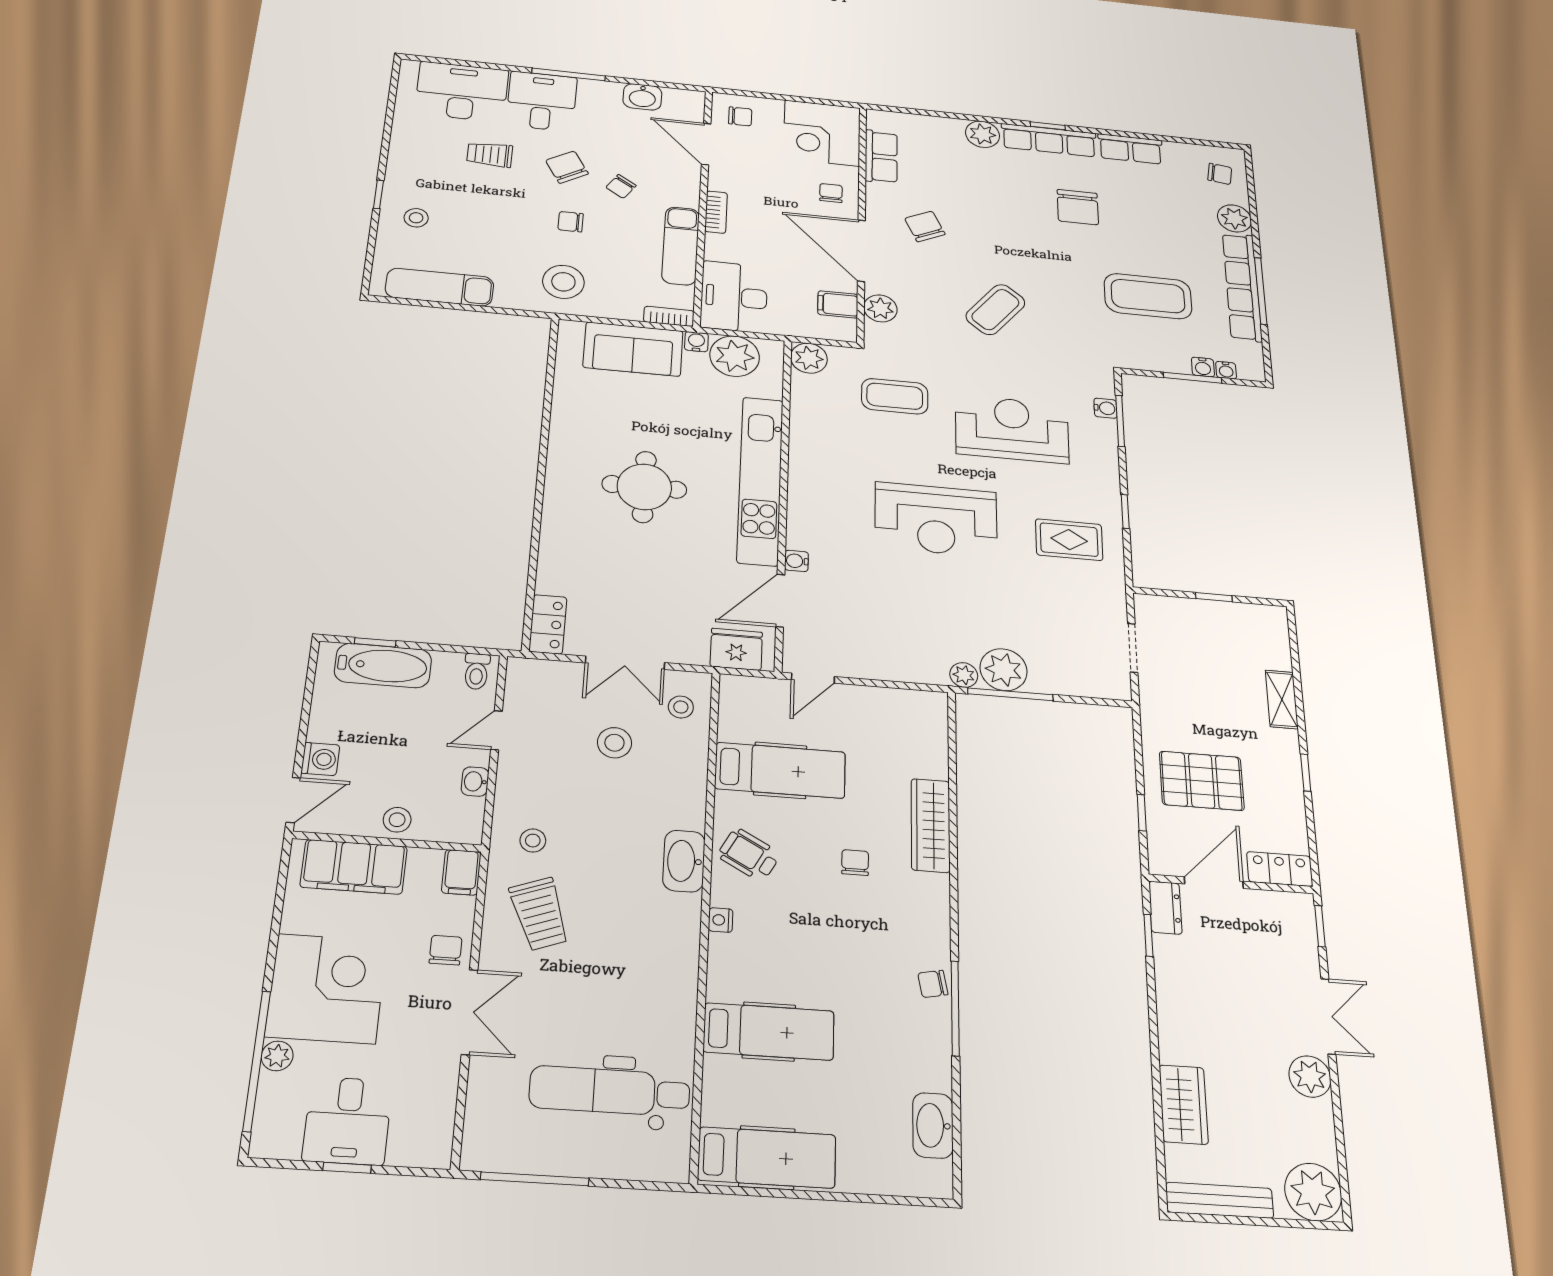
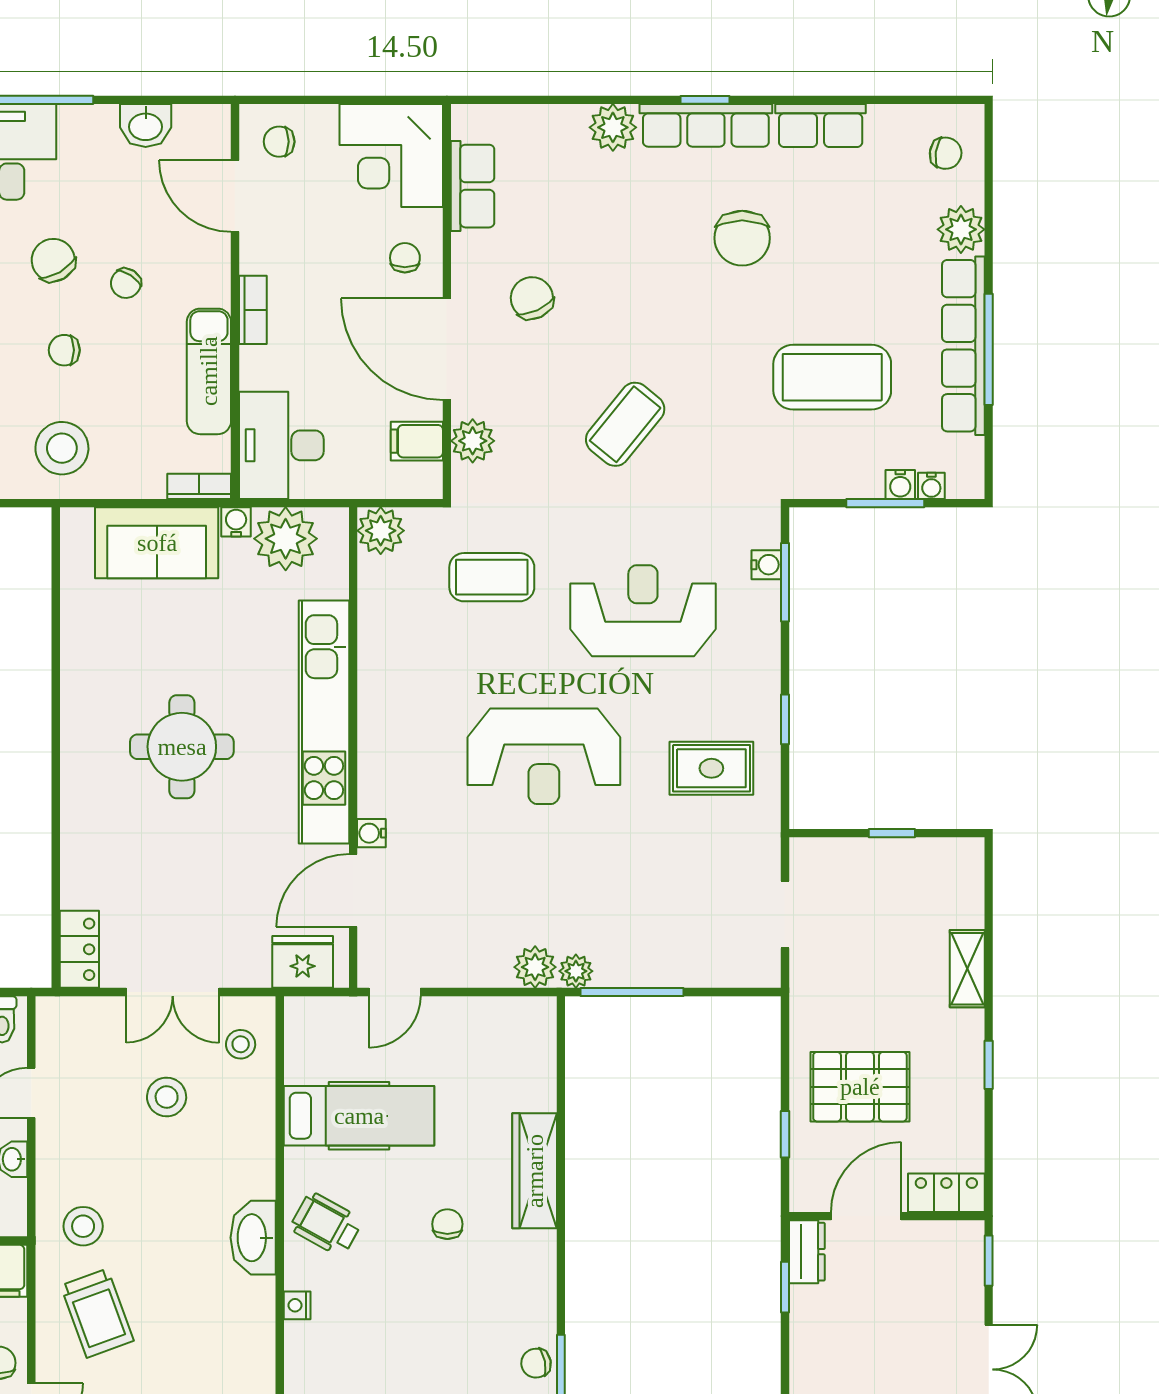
chair: (740, 116) -> (279, 142), turned 180
plant: (1004, 670) -> (535, 967), moved, width x0.73, depth x0.73
stool: (533, 841) -> (83, 1226), width x1.37, depth x1.37

